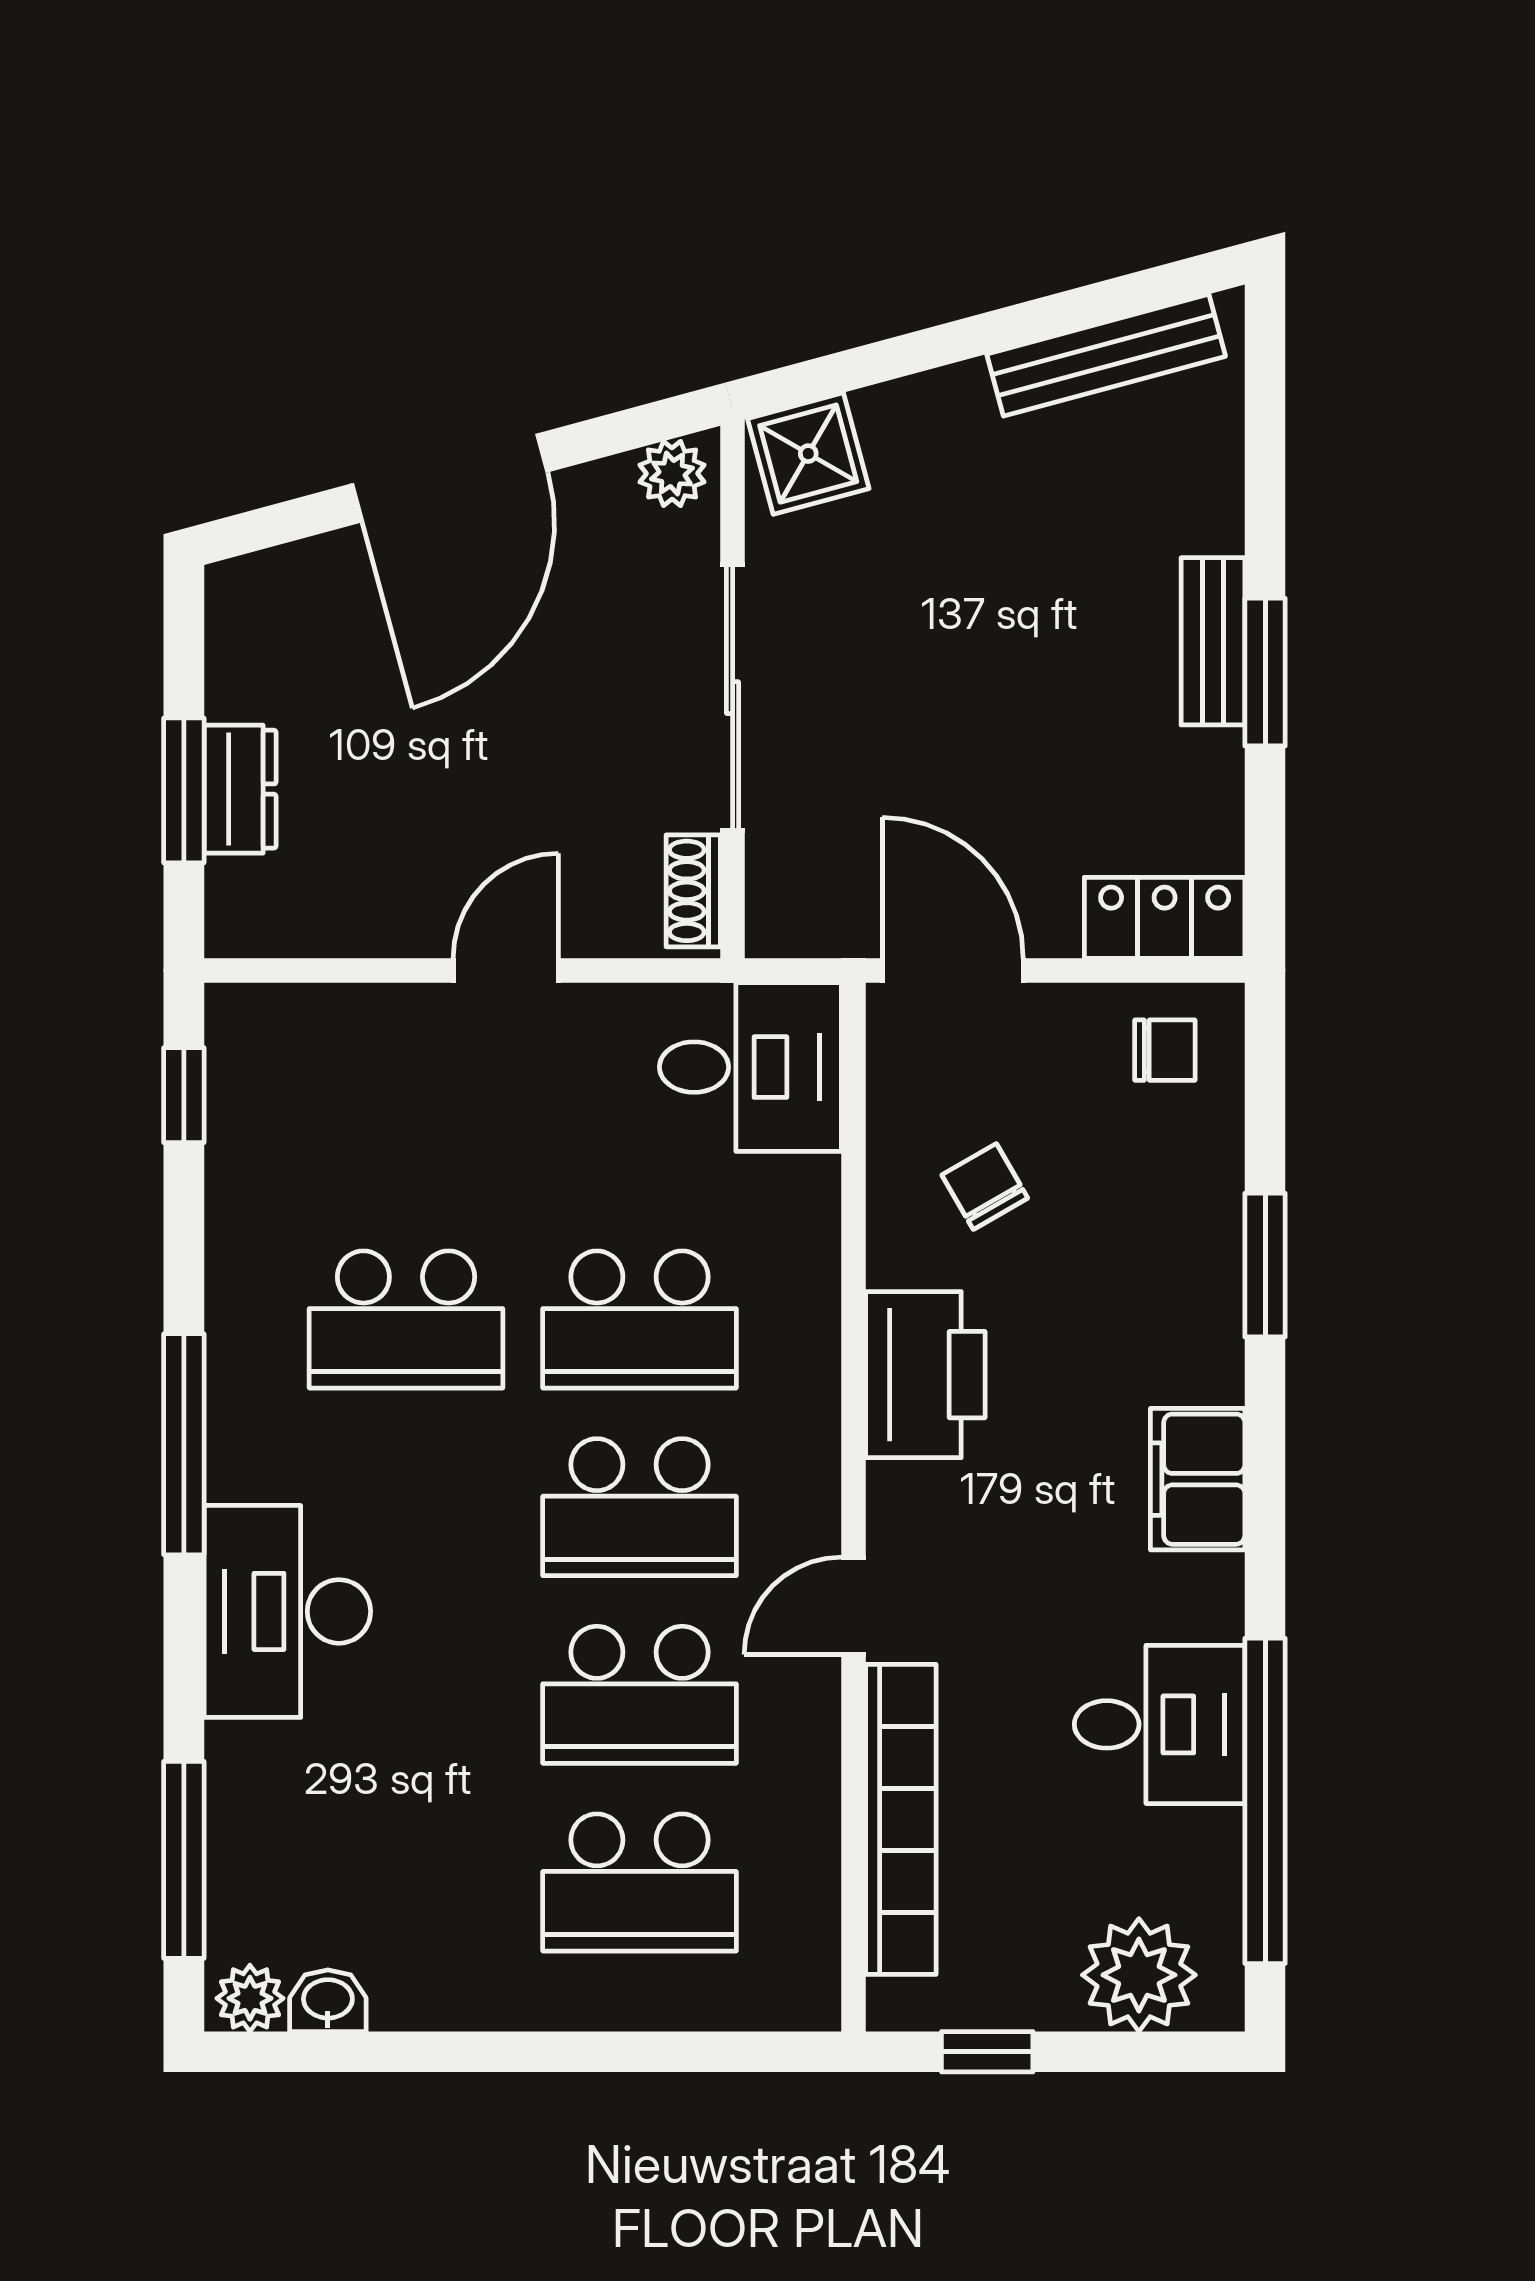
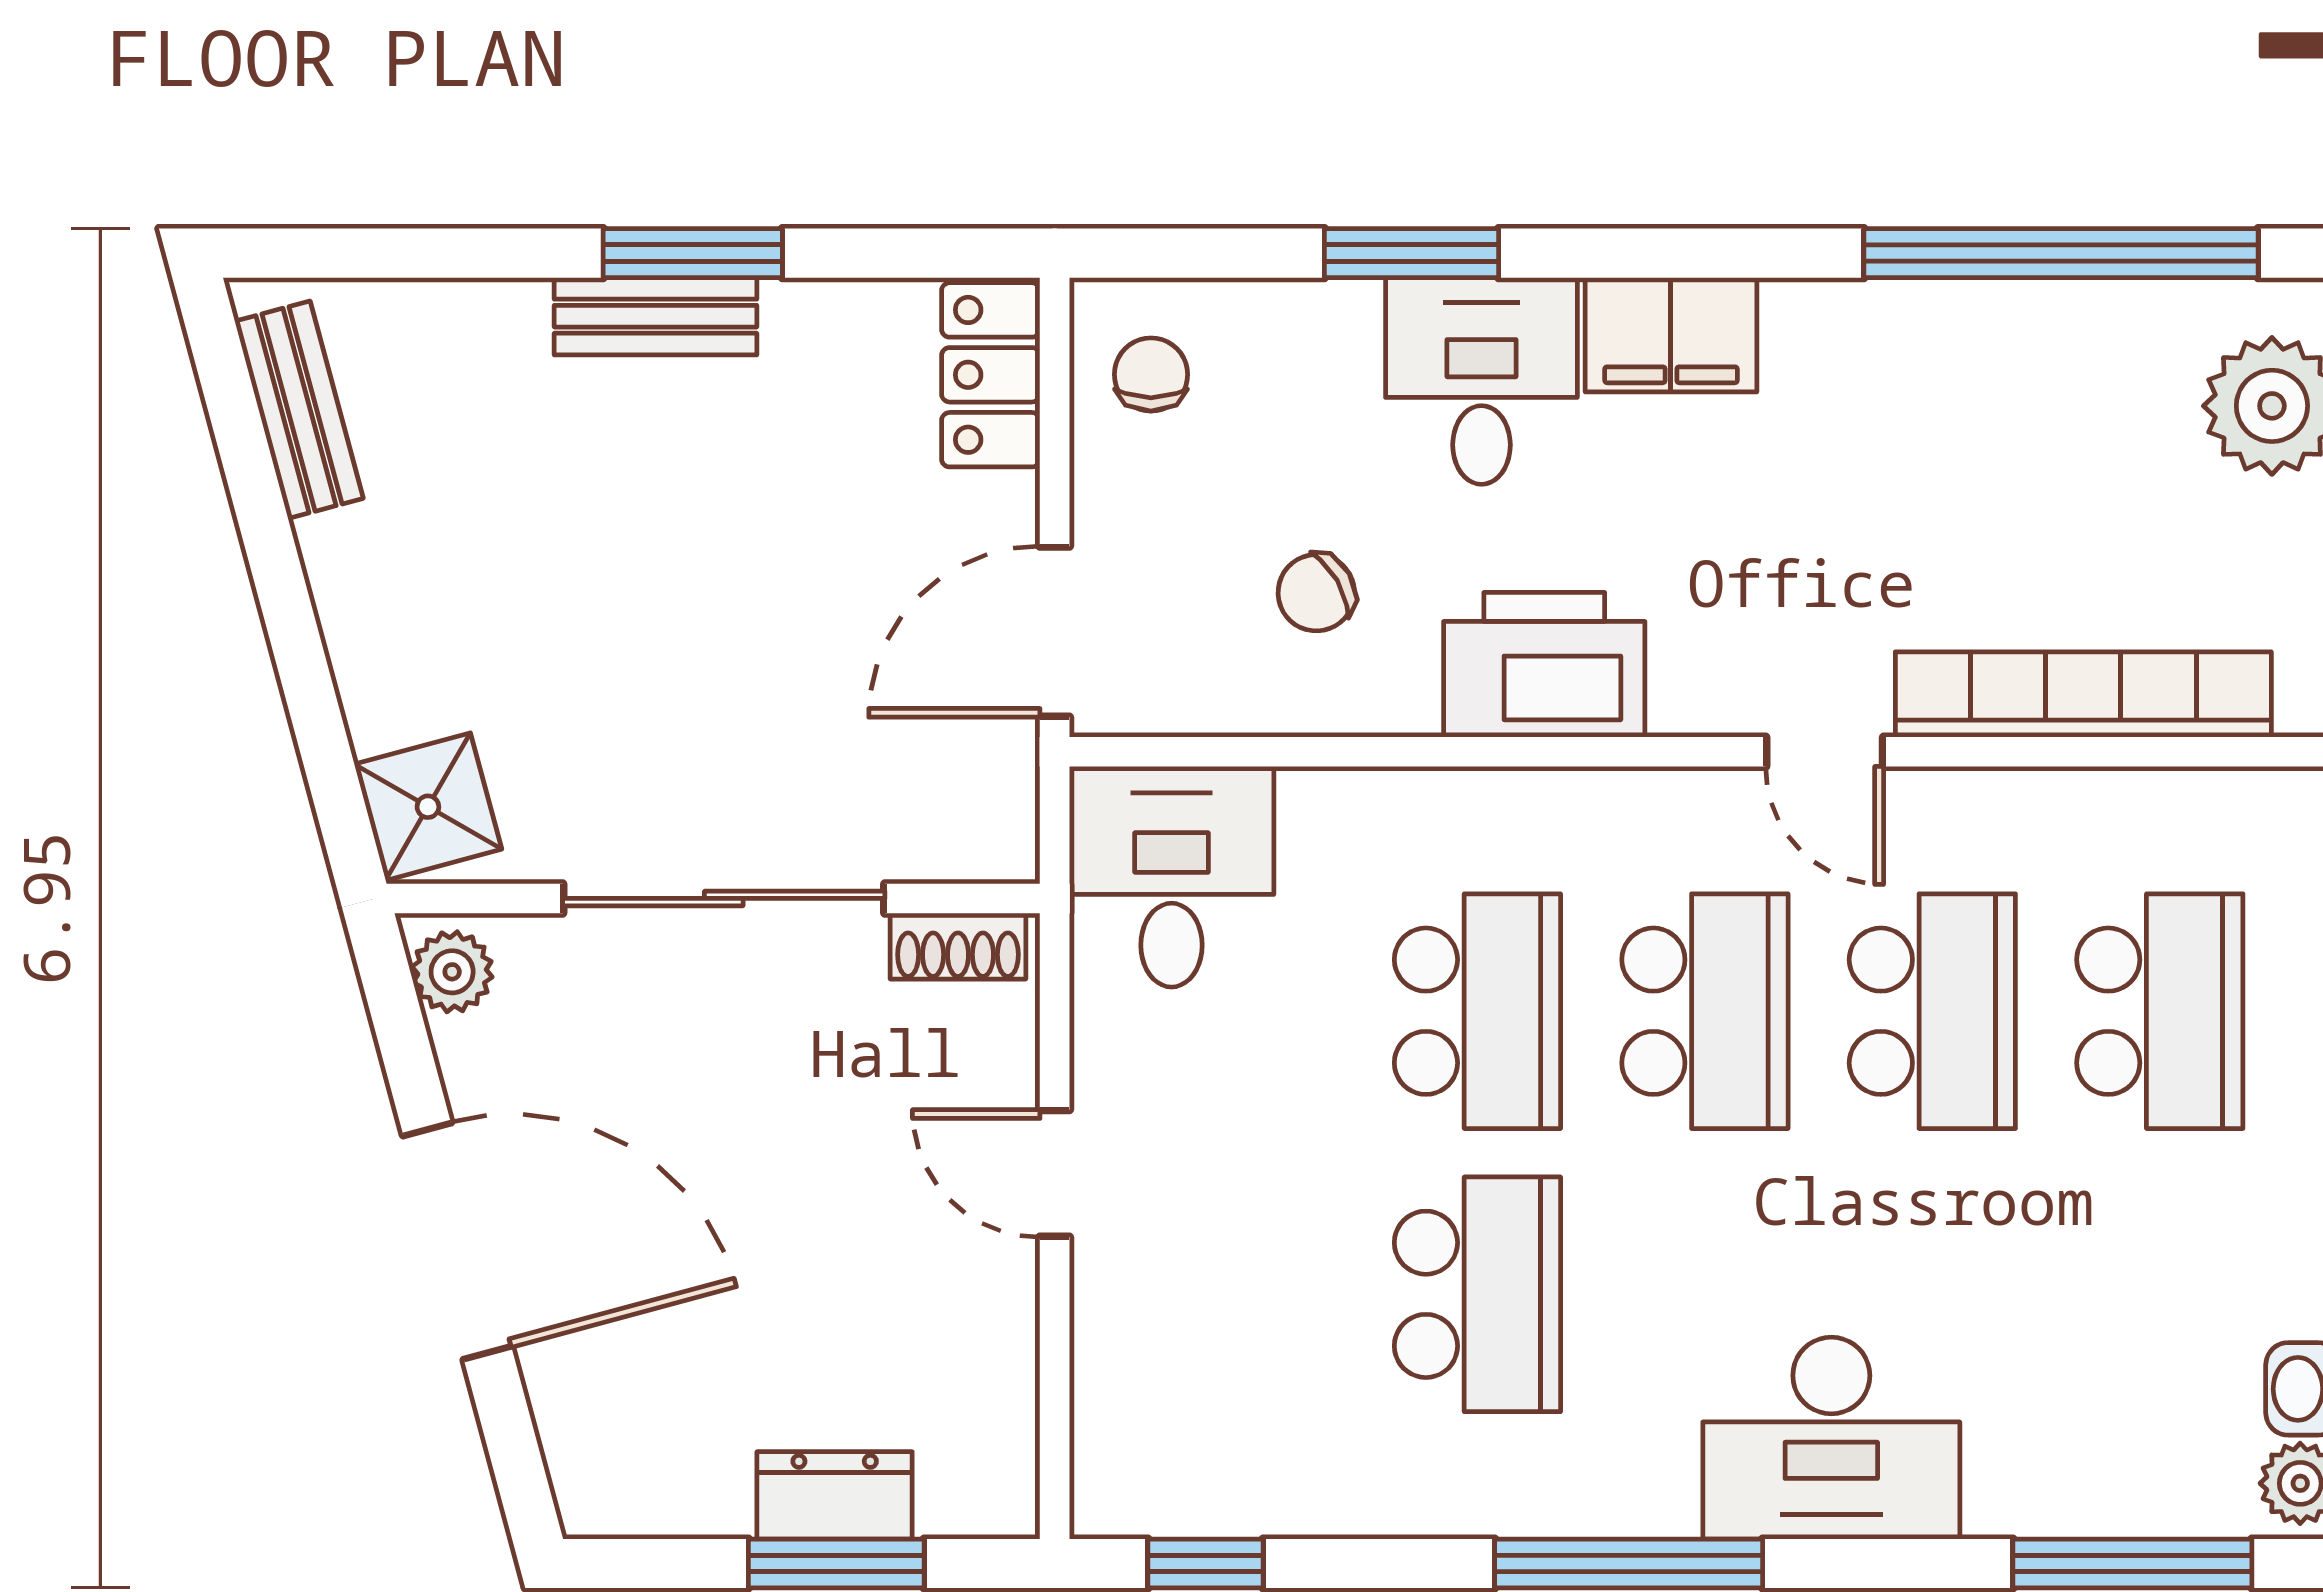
bench: (1106, 355) -> (299, 410), width x0.73
desk: (1160, 1724) -> (1481, 381), moved

